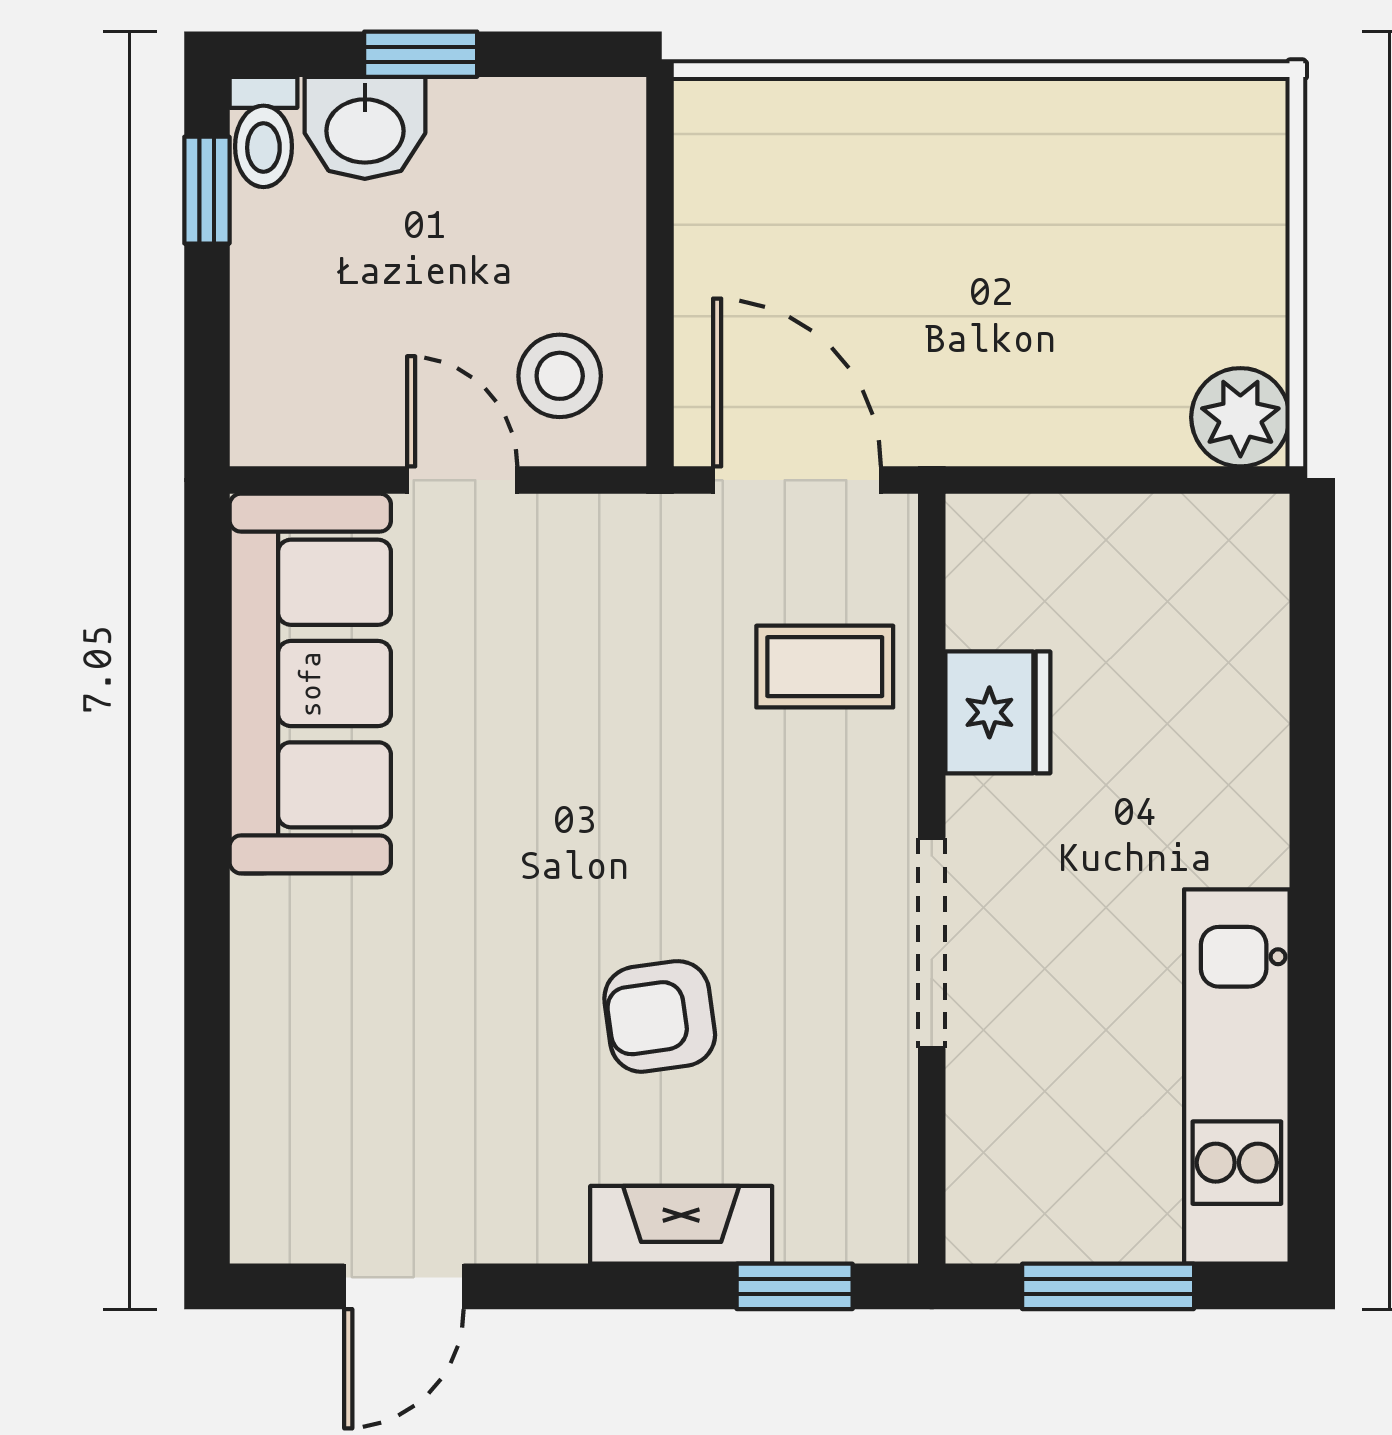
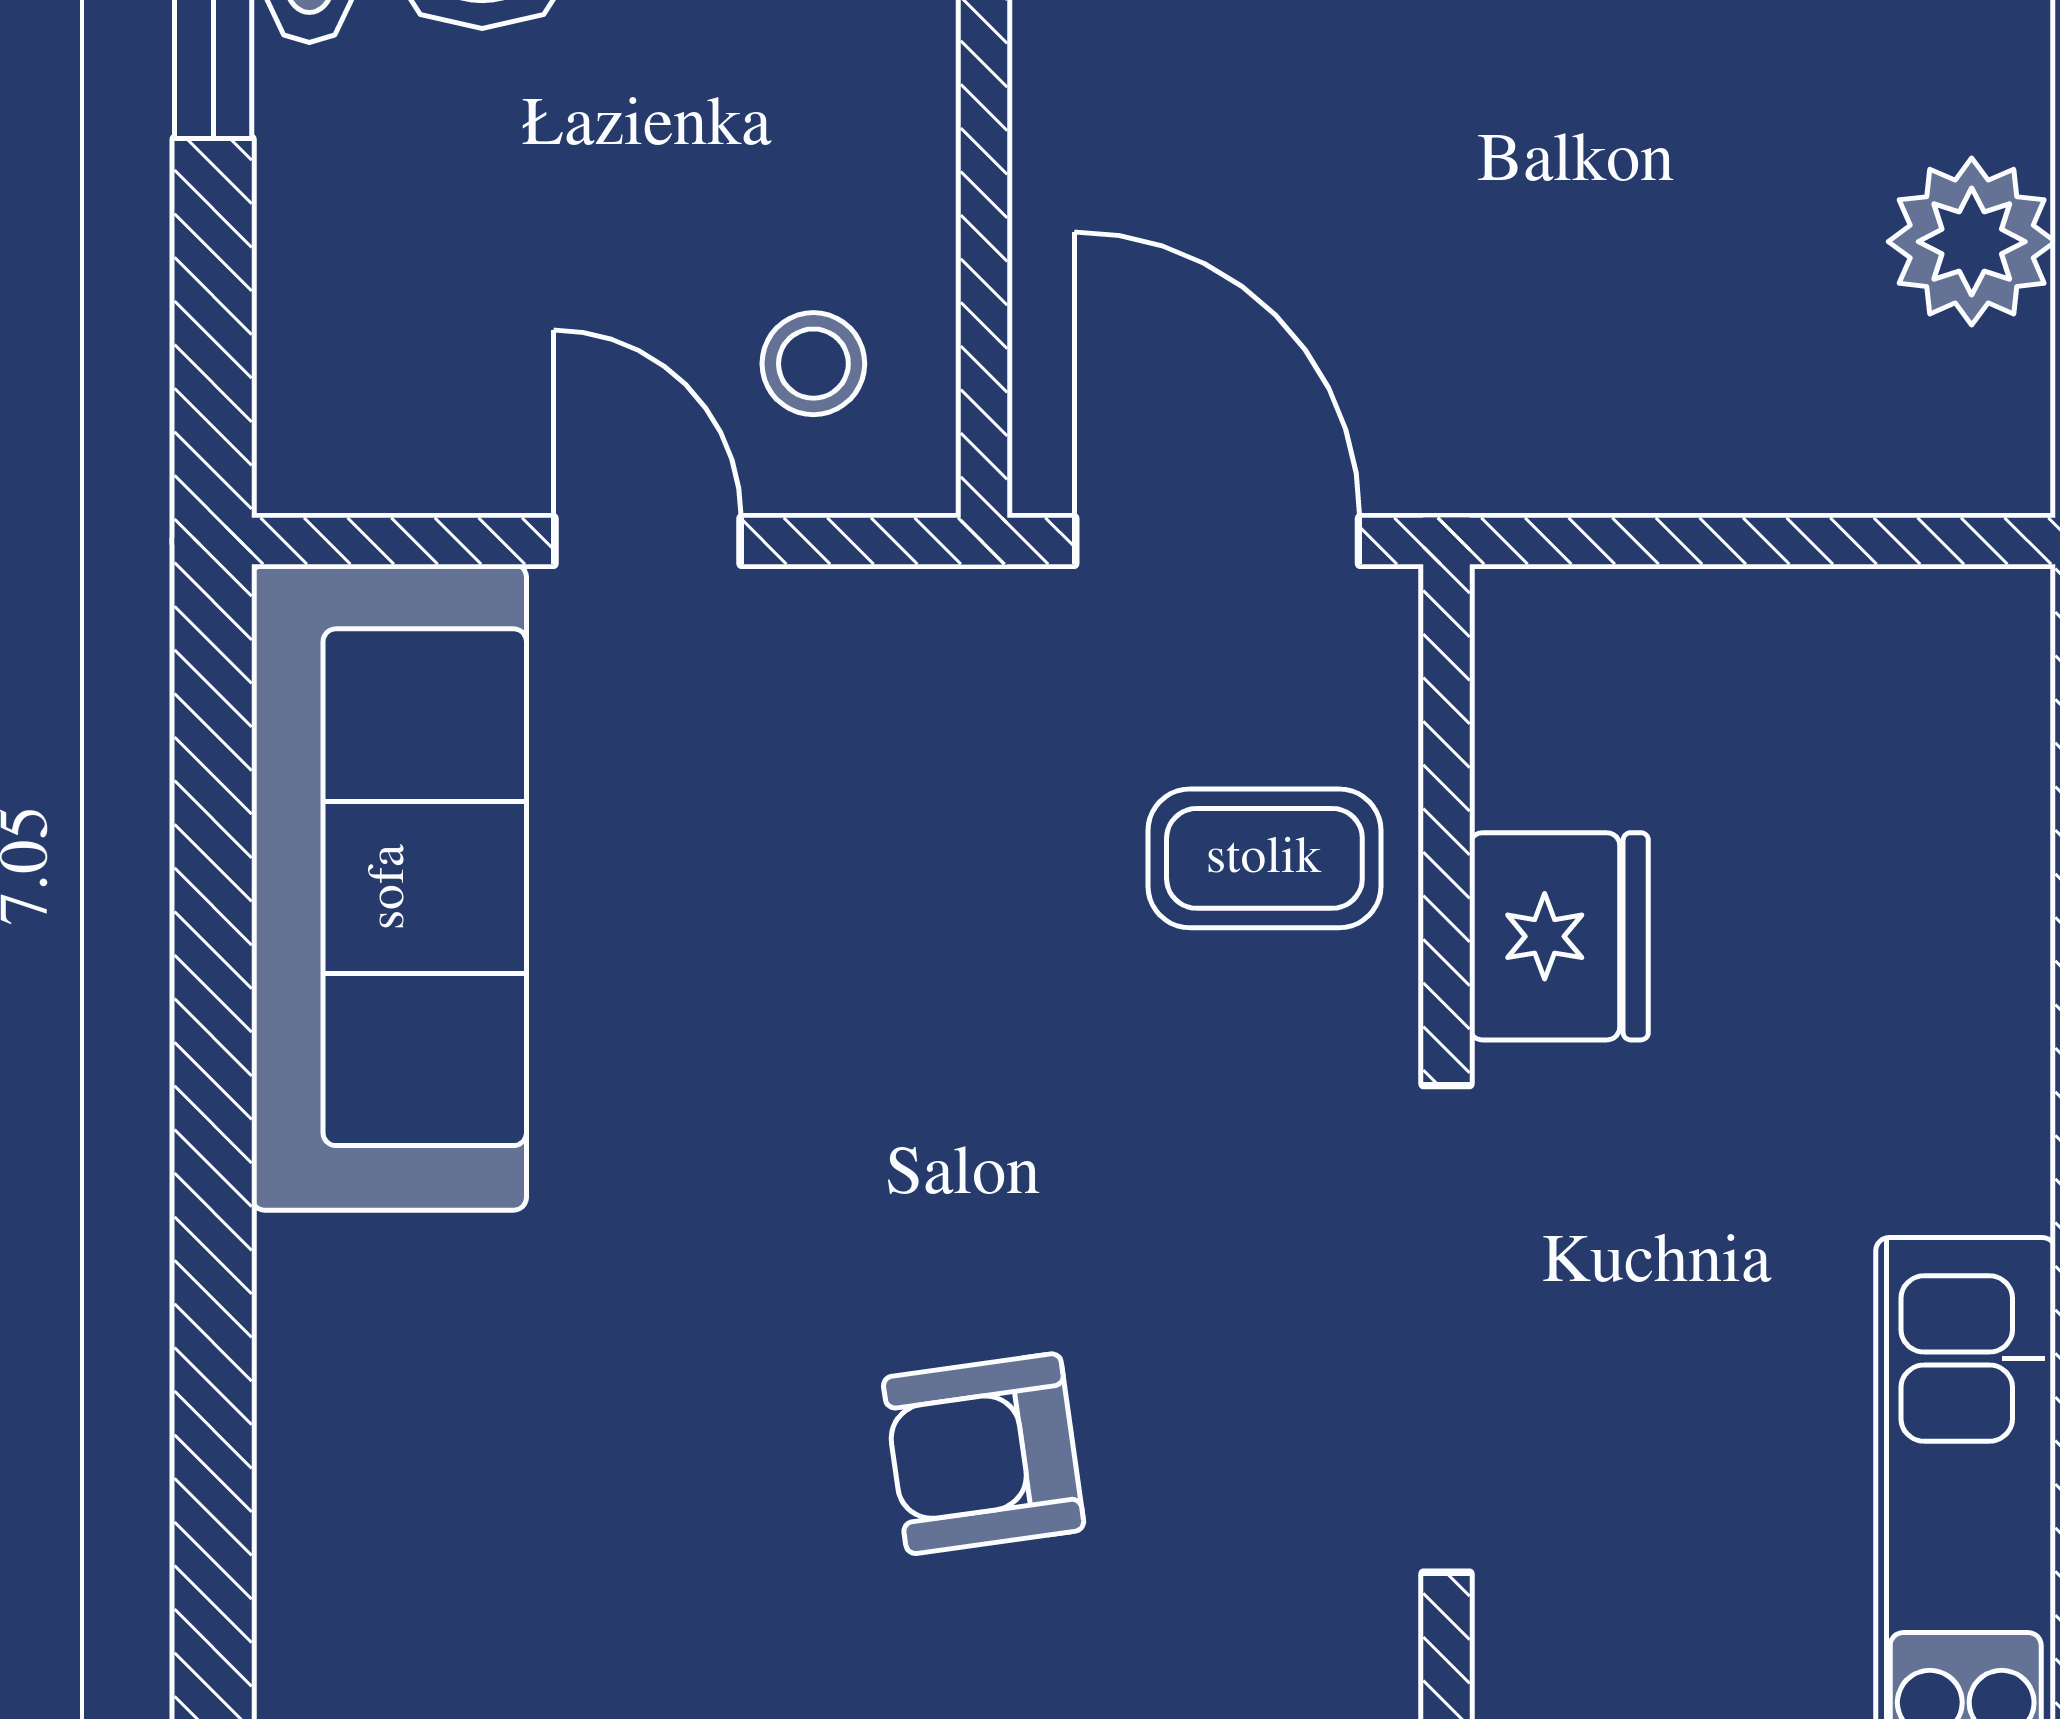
stool: (560, 376) -> (813, 364), width x0.73, depth x0.73
plant: (1240, 417) -> (1972, 242), moved
doorway: (932, 943) -> (1446, 1329), width x1.36

